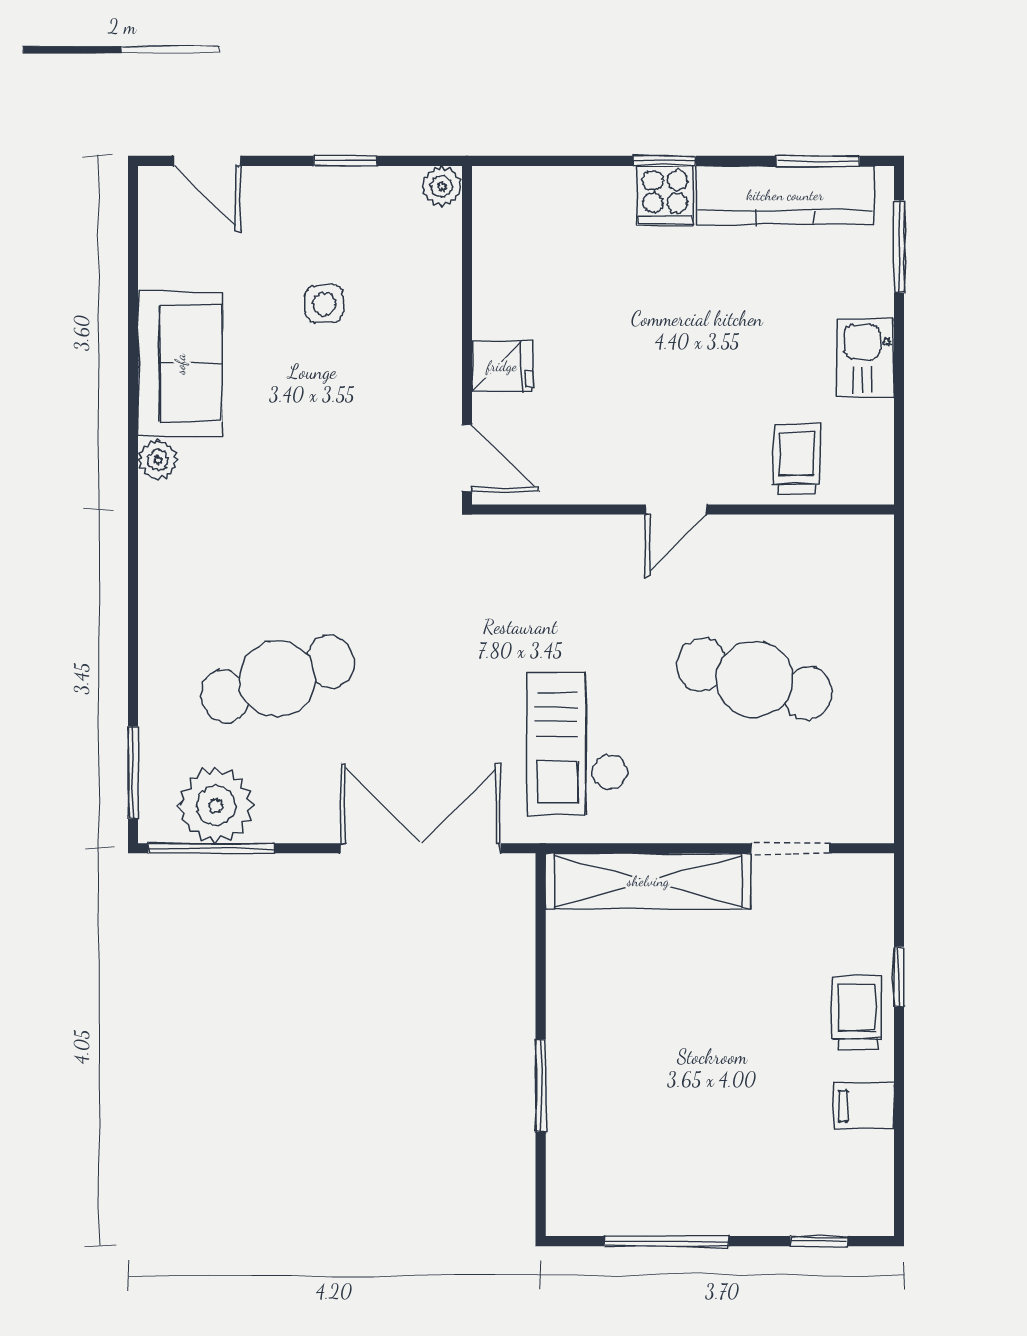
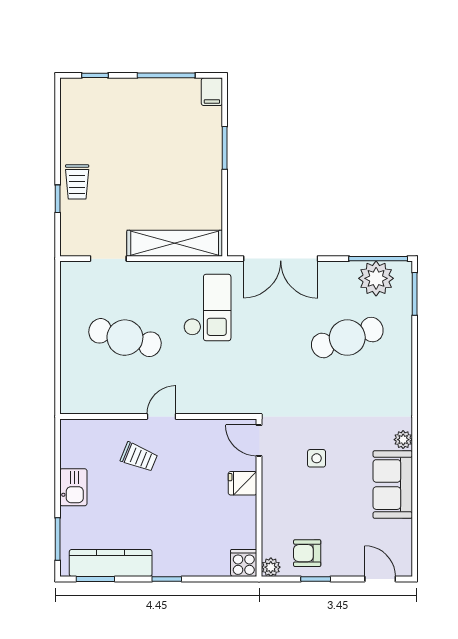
cooker: (665, 195) -> (244, 563), moved
armchair: (364, 216) -> (307, 553), added
side table: (324, 304) -> (317, 458), moved
trolley: (797, 459) -> (139, 457), moved, turned -68
filing cabinet: (864, 1106) -> (212, 92), moved, turned 90

